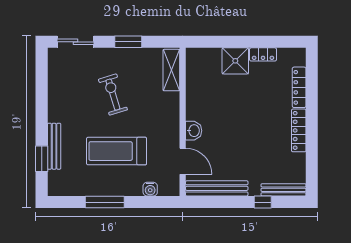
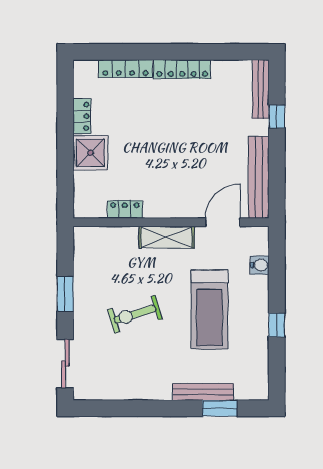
shelving: (171, 70) -> (167, 237), moved
locker: (192, 87) -> (125, 210), added
washbasin: (194, 131) -> (182, 208), removed
window: (105, 202) -> (277, 325), width x0.46

